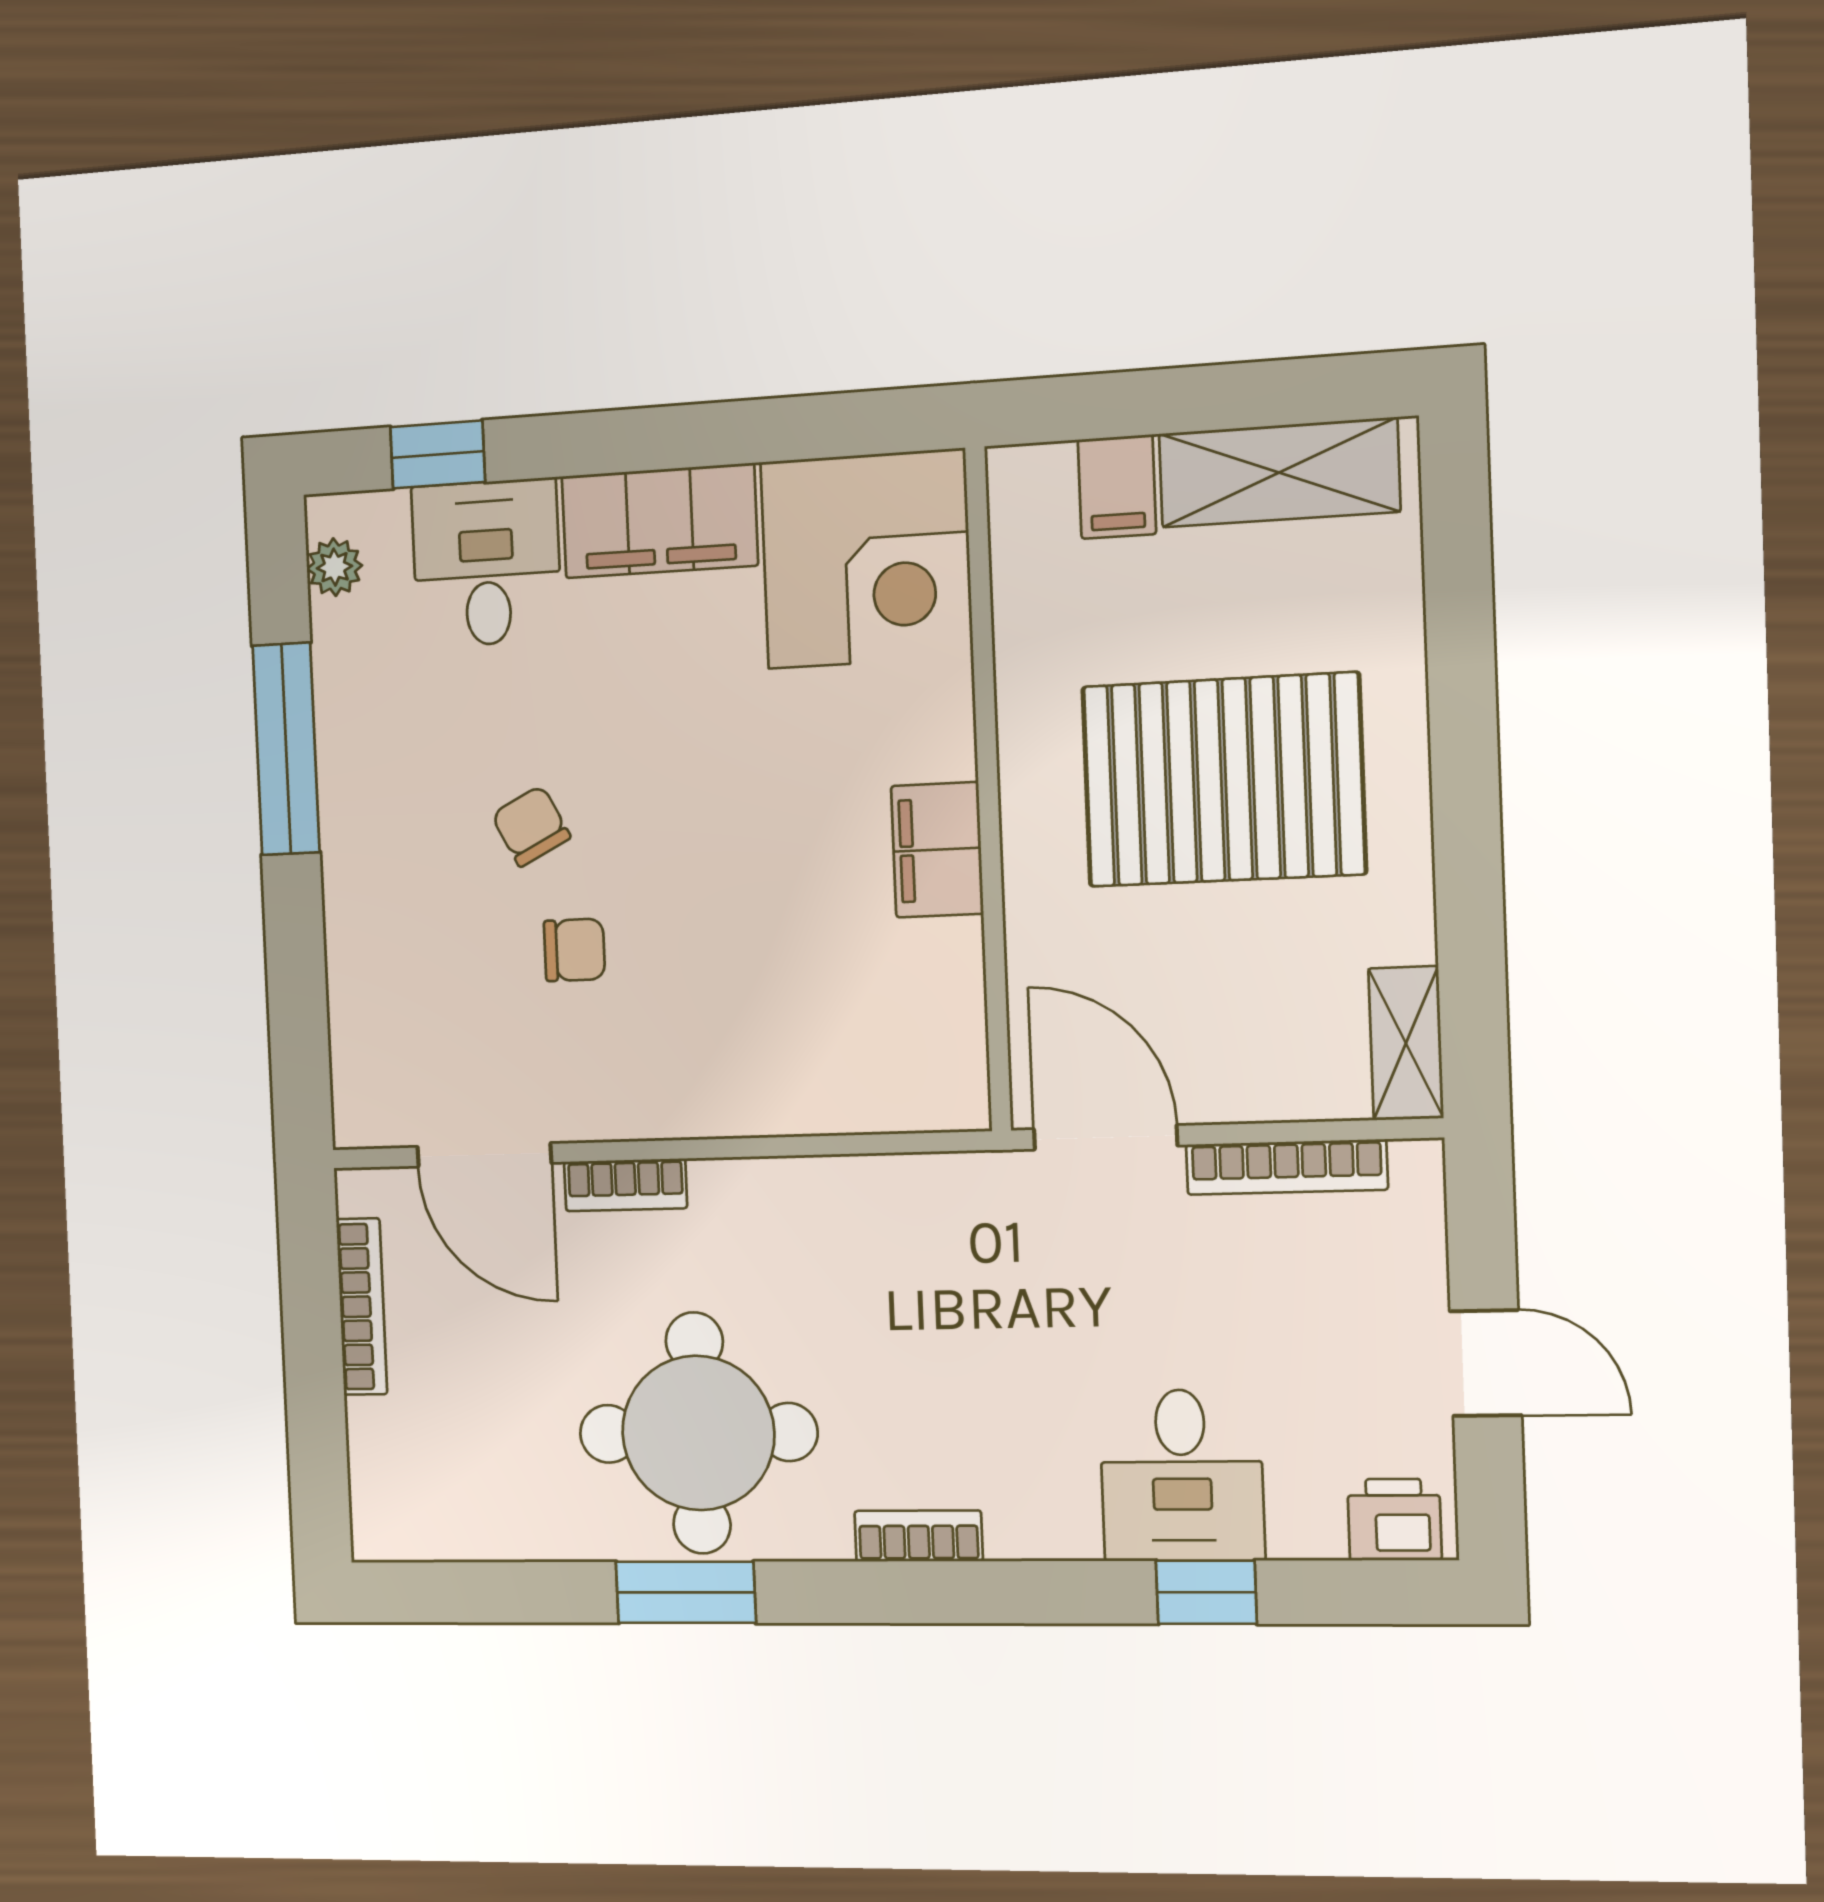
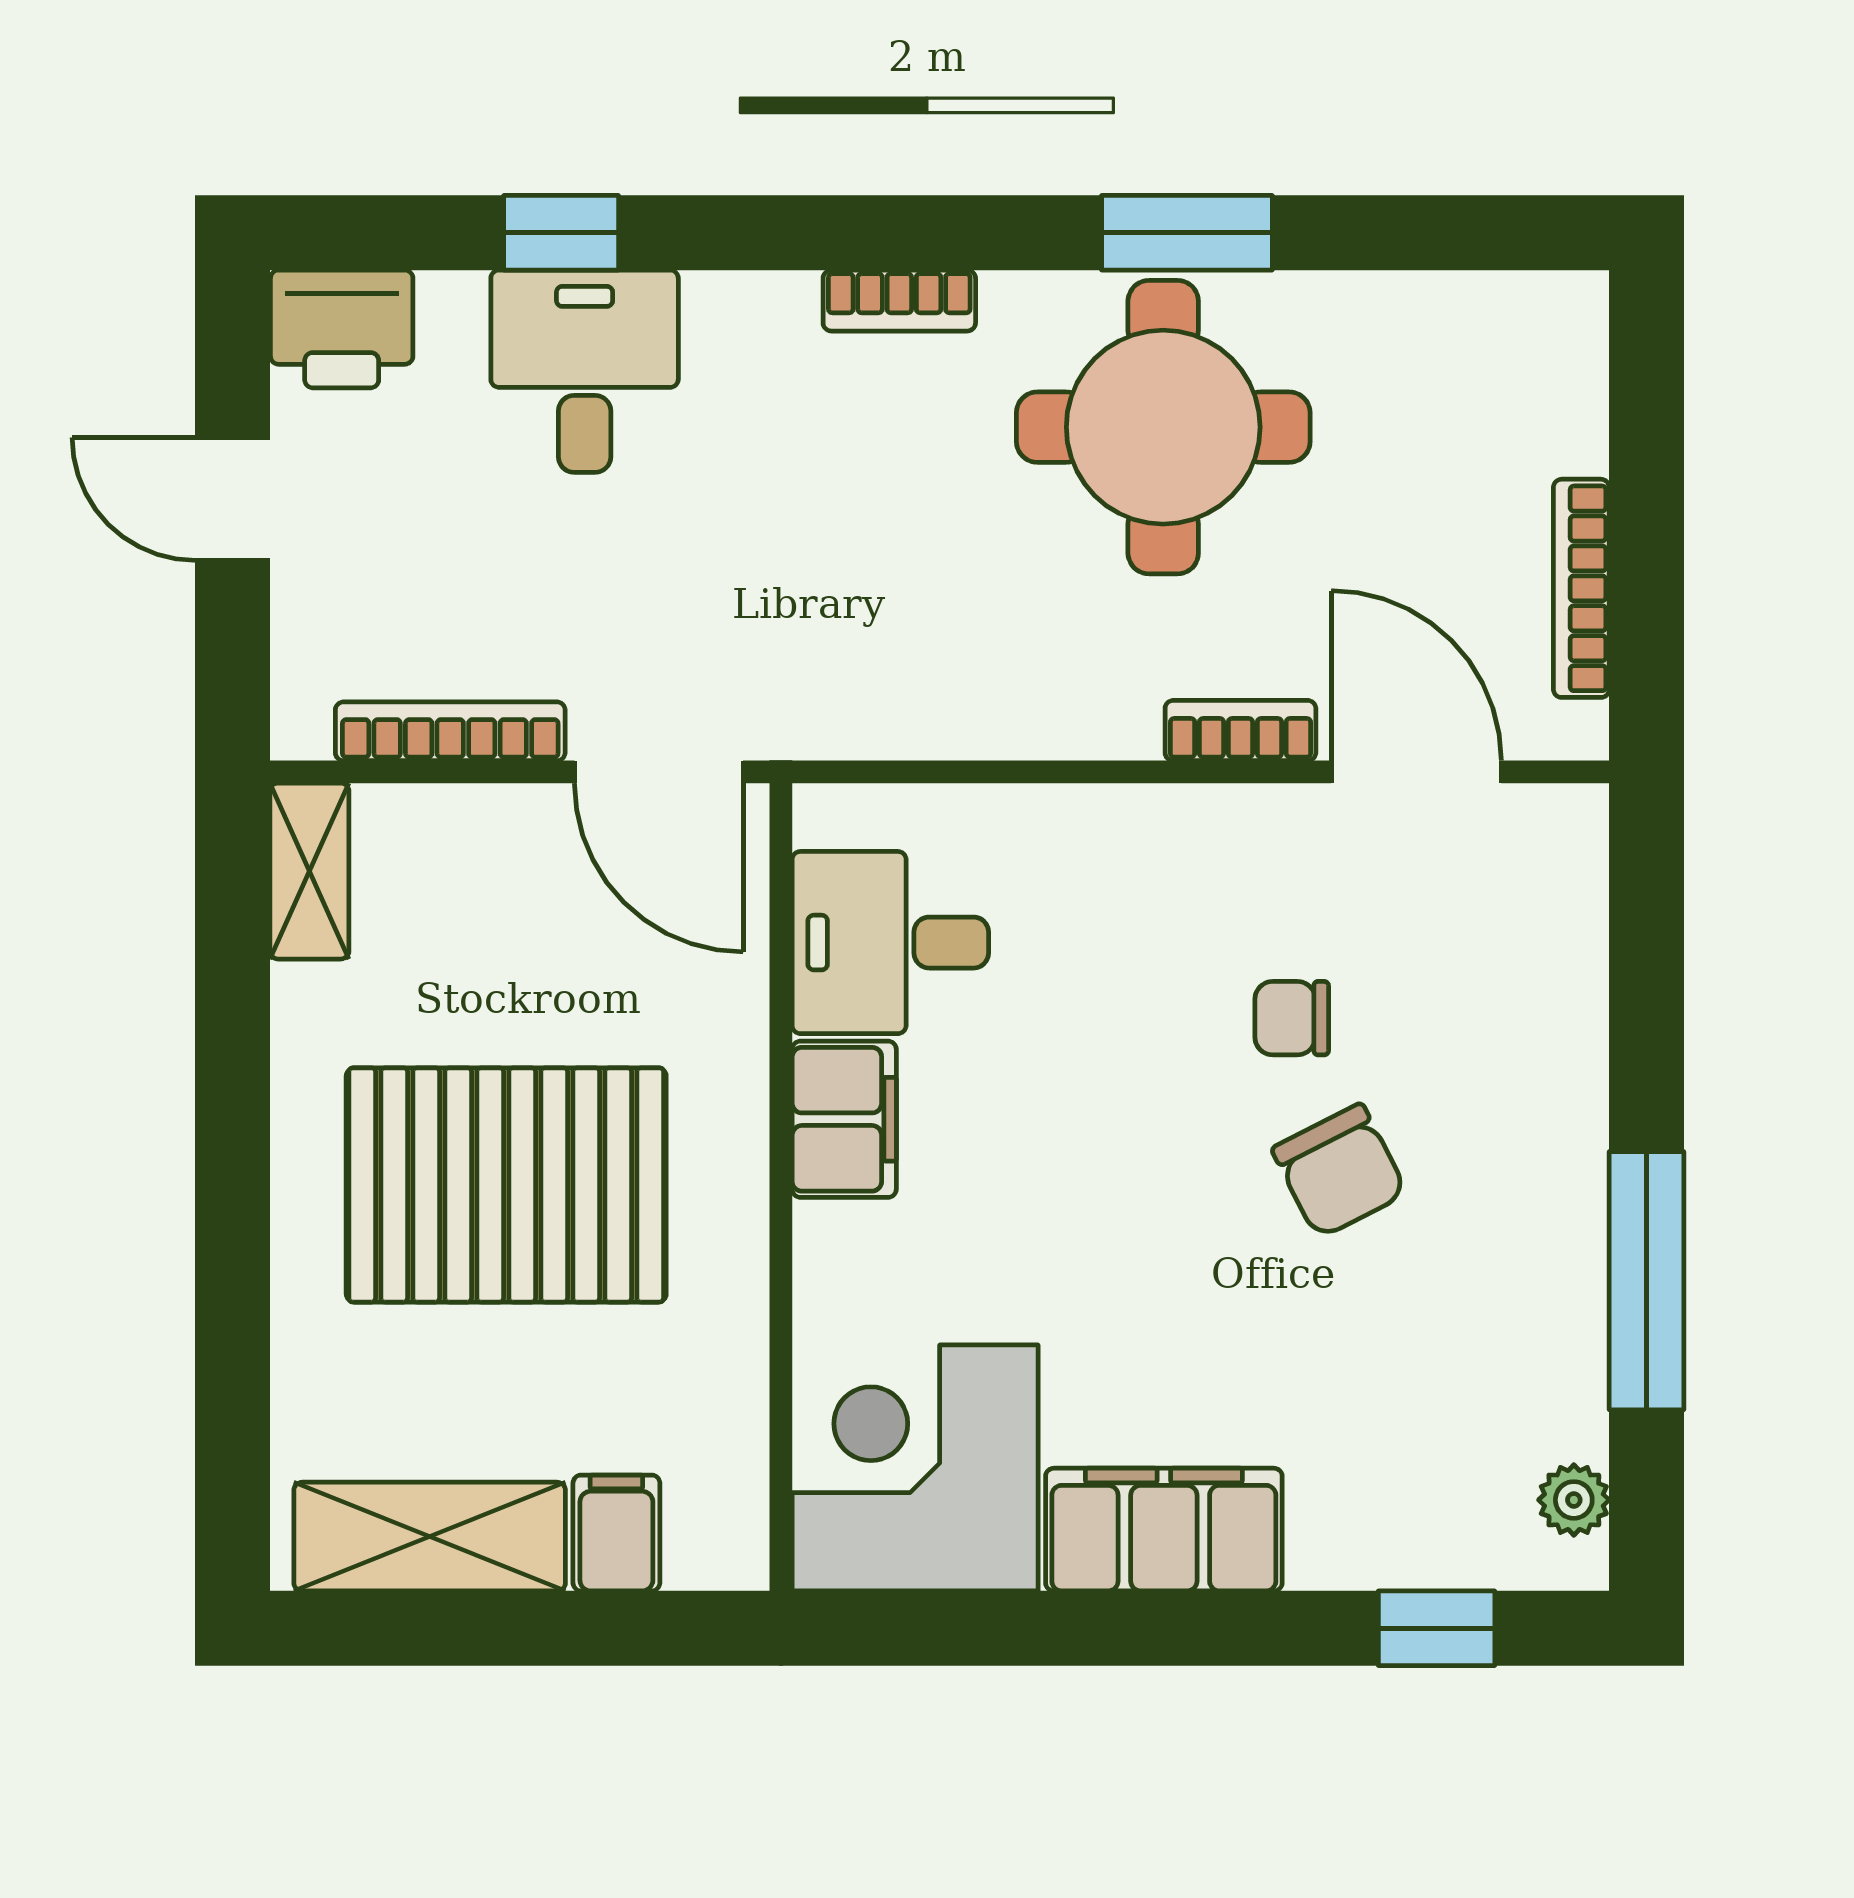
desk: (487, 563) -> (890, 943), moved, turned 90
chair: (531, 826) -> (1339, 1171), width x1.37, depth x1.37
printer: (1394, 1520) -> (342, 329), width x1.36, depth x1.24

